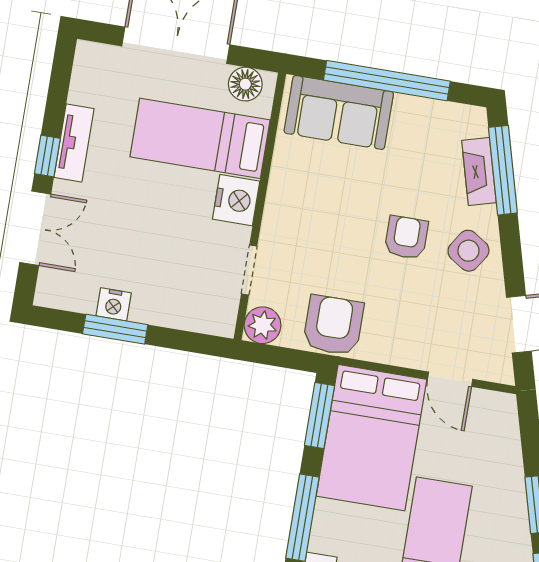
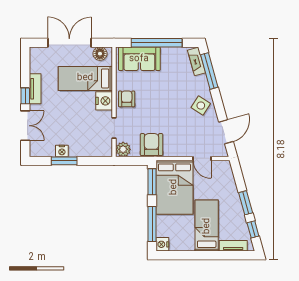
fireplace: (479, 172) -> (197, 62), moved
armchair: (406, 237) -> (127, 99), moved

